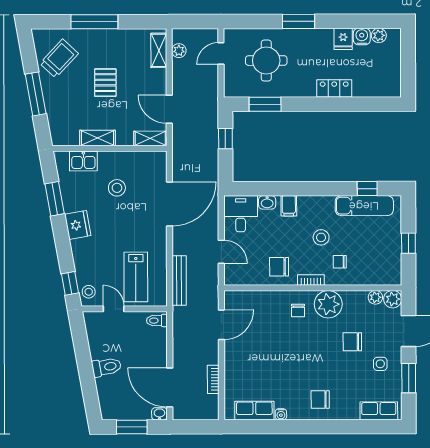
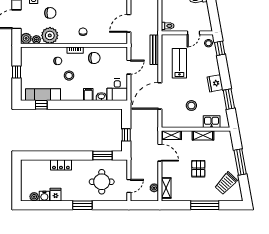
door: (221, 252) -> (129, 67), swing flipped
lab bench: (136, 277) -> (179, 63), moved
plant: (328, 304) -> (50, 35), moved
door: (114, 309) -> (194, 33), hinge flipped

